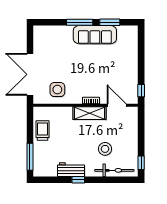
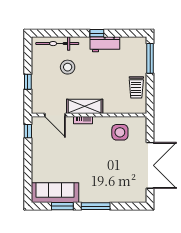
sofa: (95, 35) -> (55, 193), moved
double door: (30, 74) -> (150, 165), moved
window: (141, 163) -> (28, 82), moved

